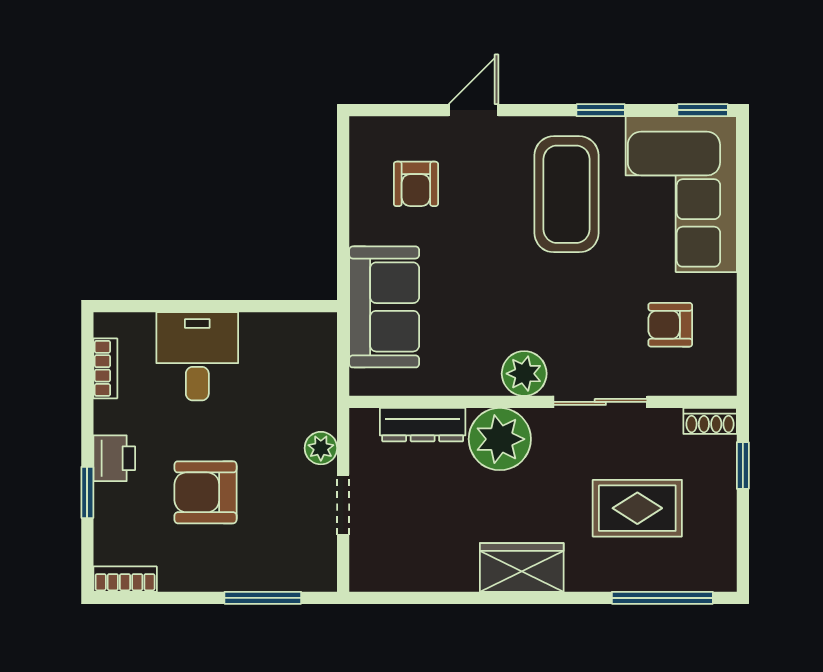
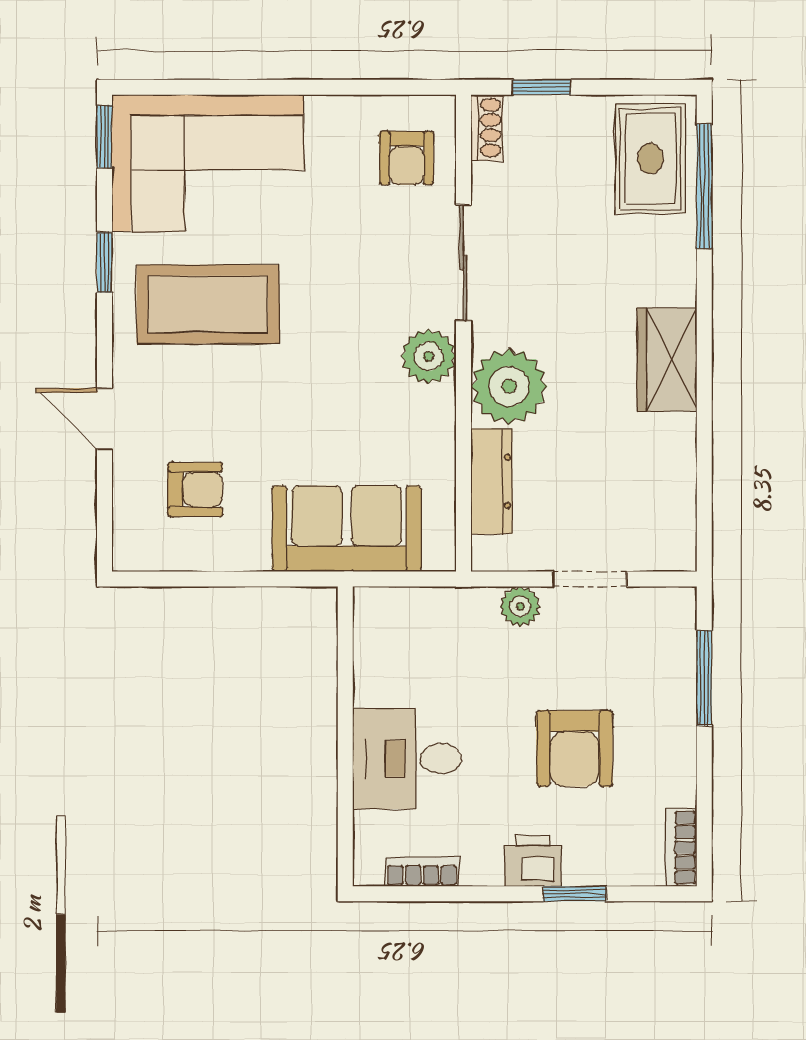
armchair: (670, 325) -> (407, 158), moved
rug: (637, 508) -> (650, 159), moved

